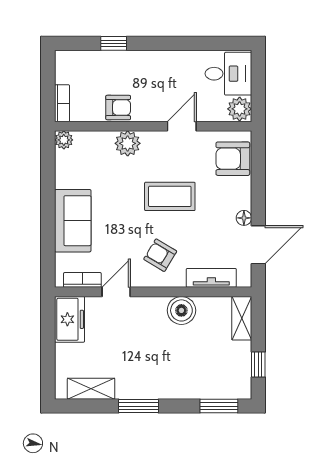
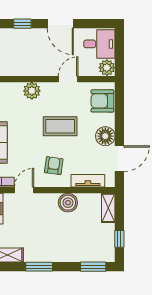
door: (170, 43) -> (60, 24), added
armchair: (118, 108) -> (25, 67), removed
floor lamp: (244, 218) -> (105, 136), width x1.89, depth x1.89
armchair: (160, 255) -> (54, 166), turned 67

